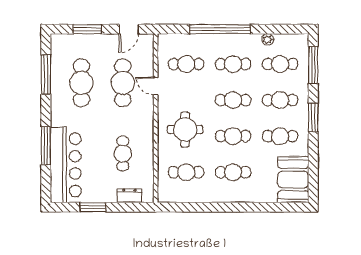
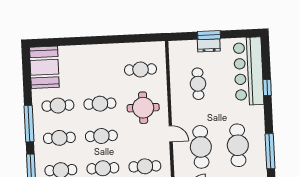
door: (156, 86) -> (171, 134), moved
window: (313, 117) -> (29, 124), width x1.44
window: (46, 146) -> (267, 87), width x0.46
cafe table: (233, 172) -> (98, 71), removed
dresser: (129, 196) -> (209, 45), moved
window: (93, 207) -> (209, 35), moved

